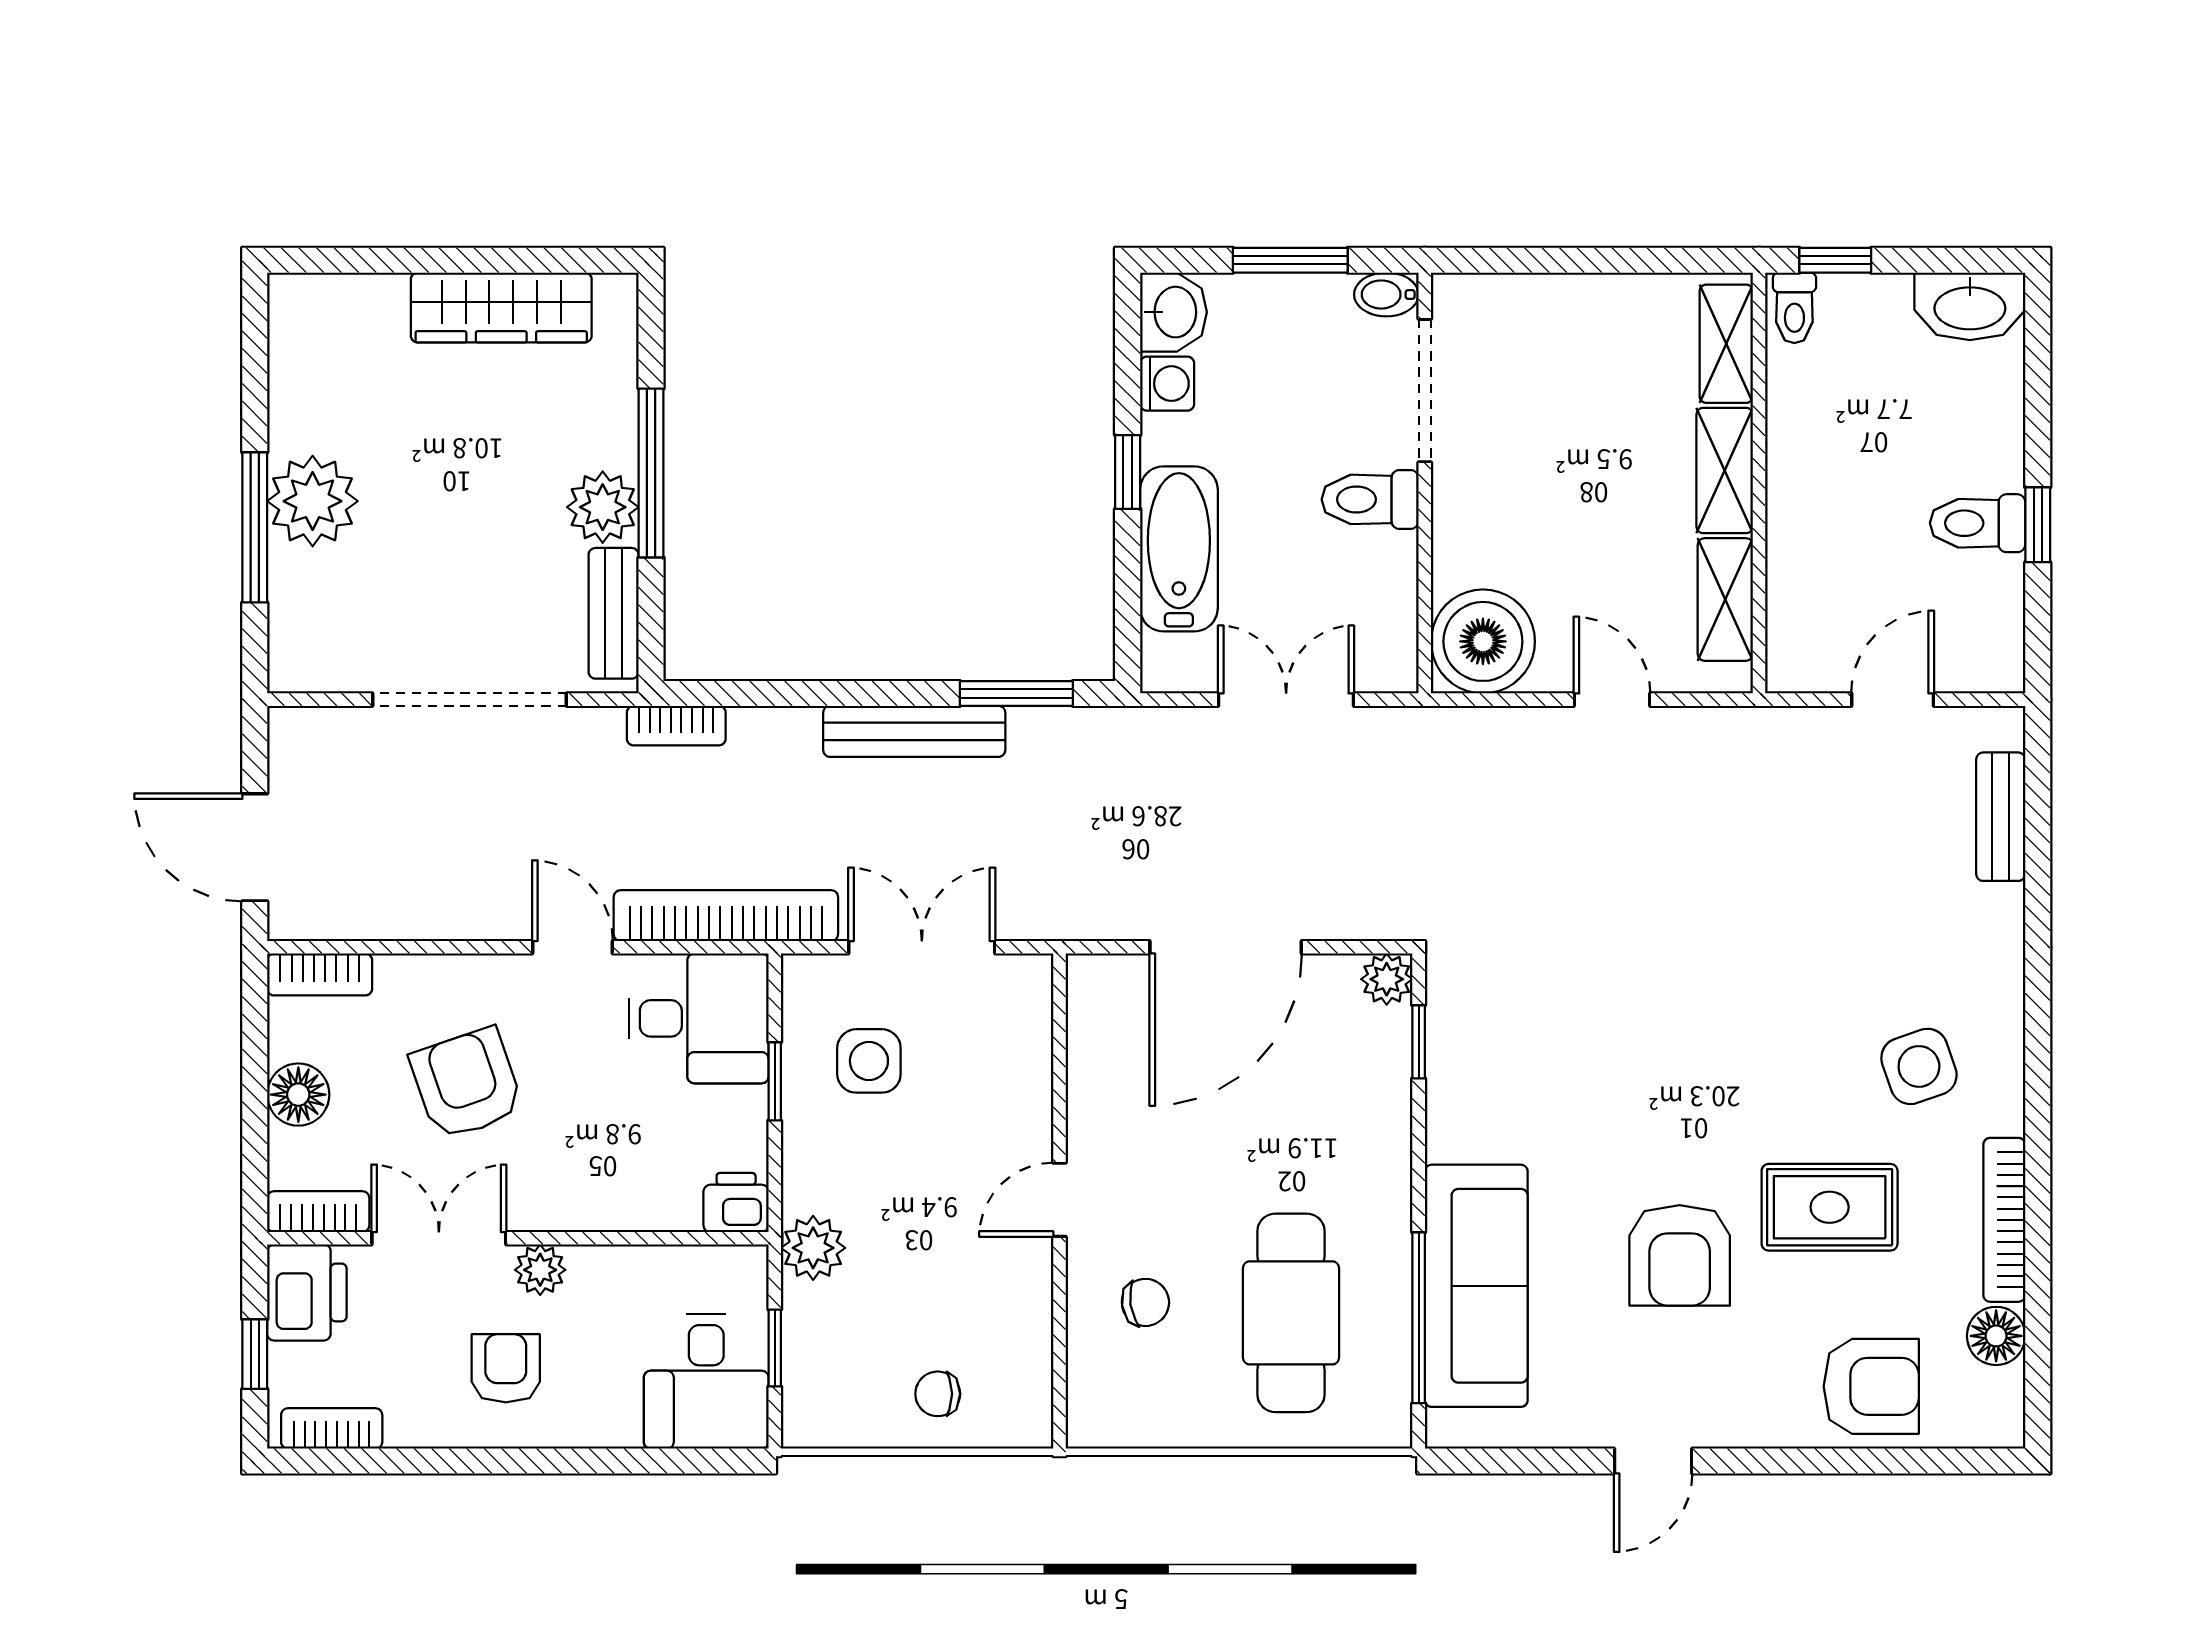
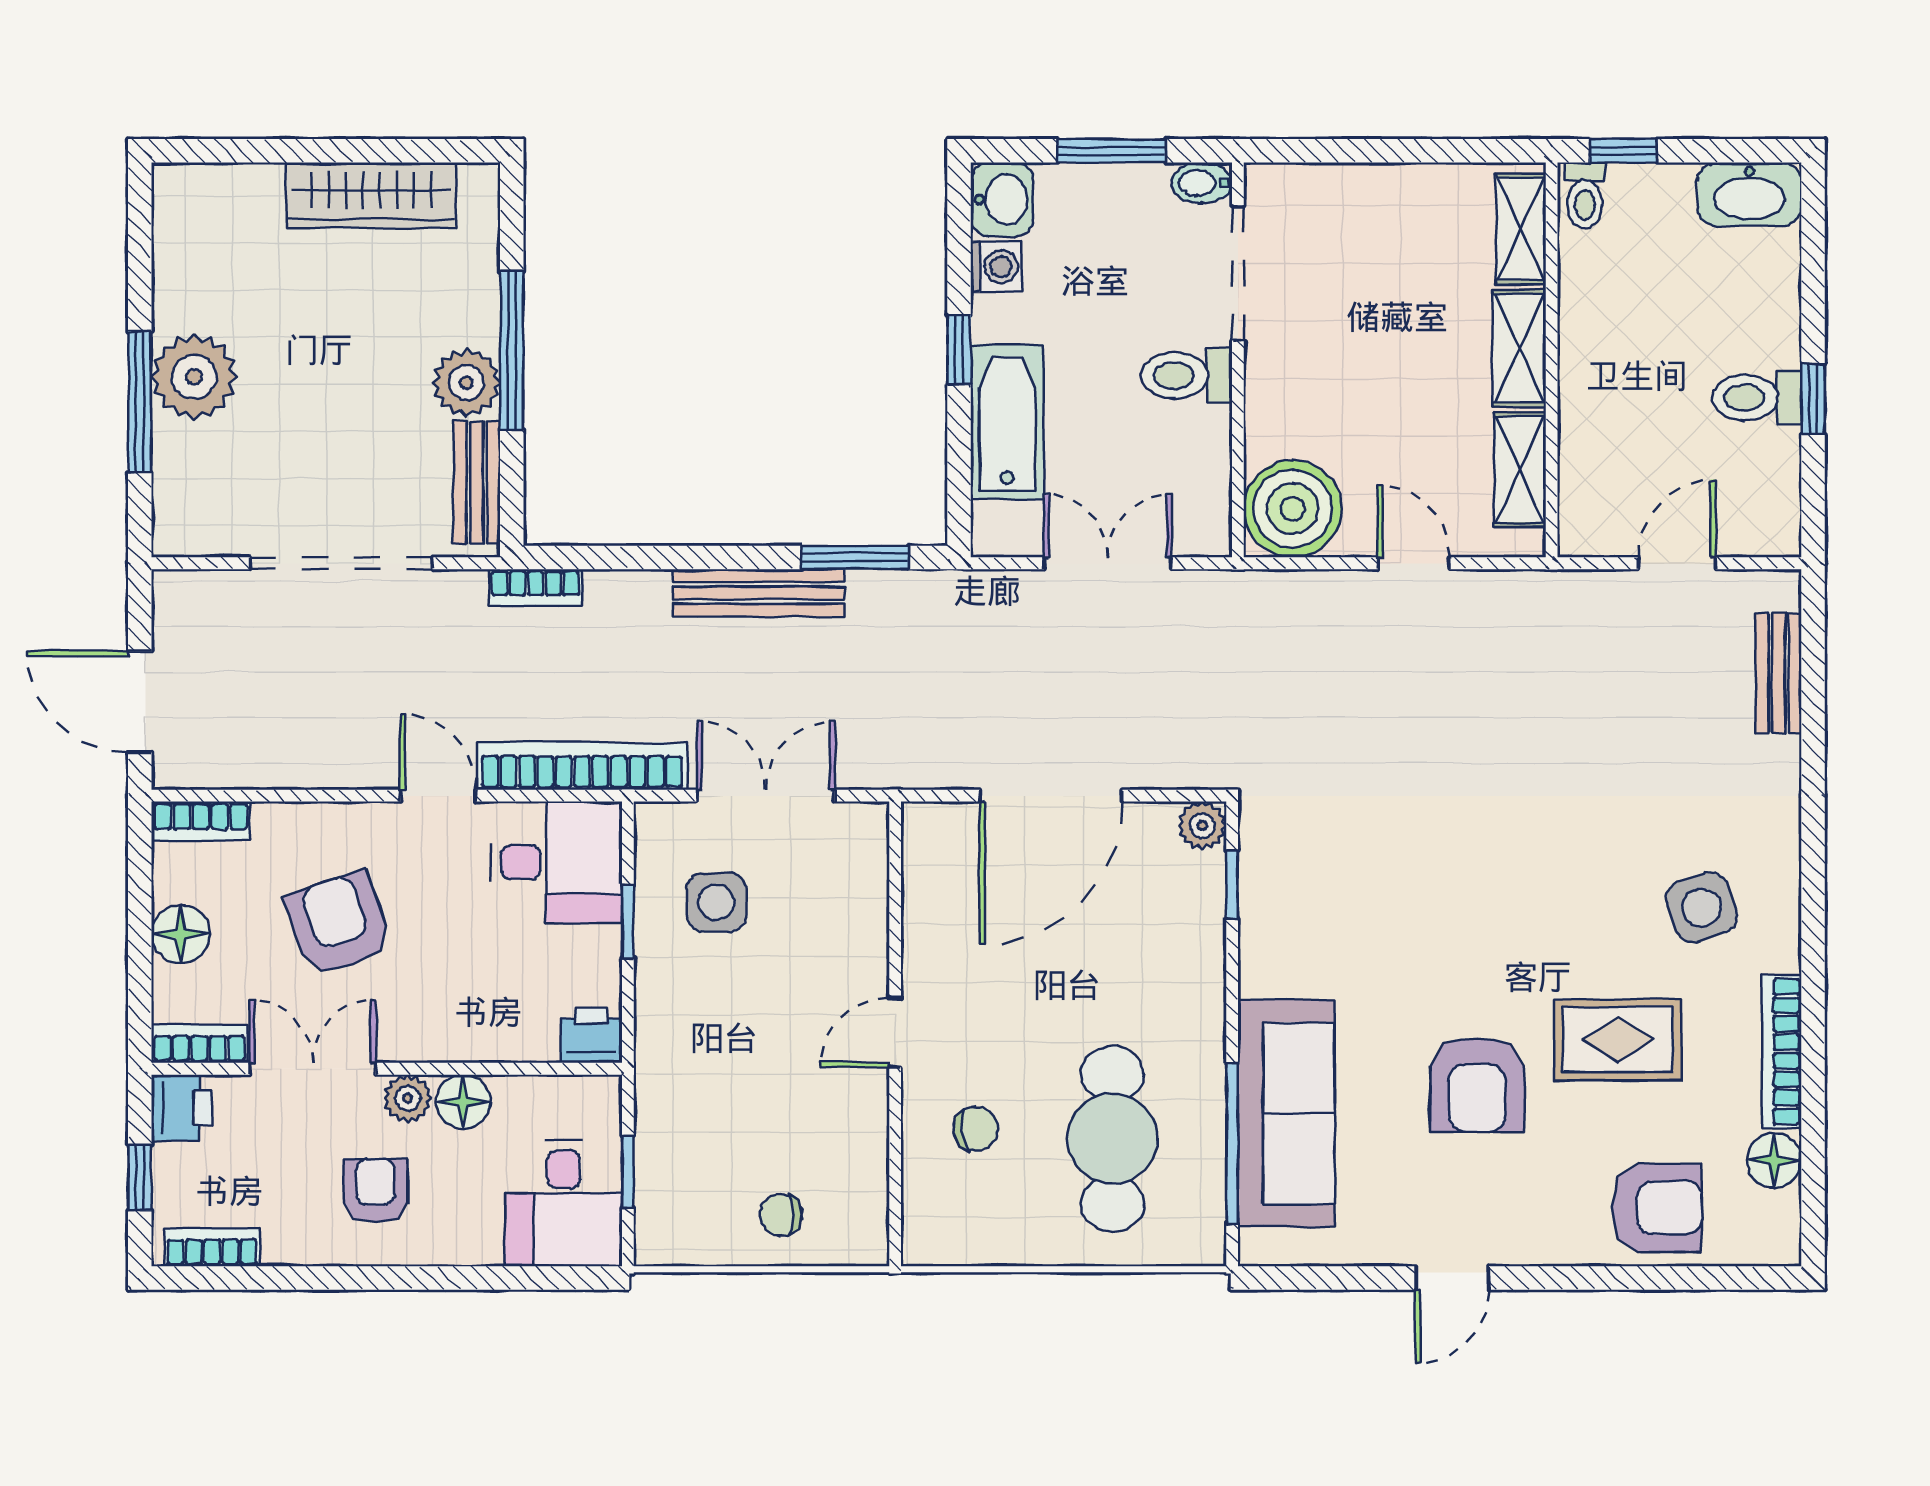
plant: (813, 1248) -> (664, 1078), removed
floor lamp: (599, 1273) -> (463, 1102), added
printer: (307, 1292) -> (182, 1108), width x0.73, depth x0.81

